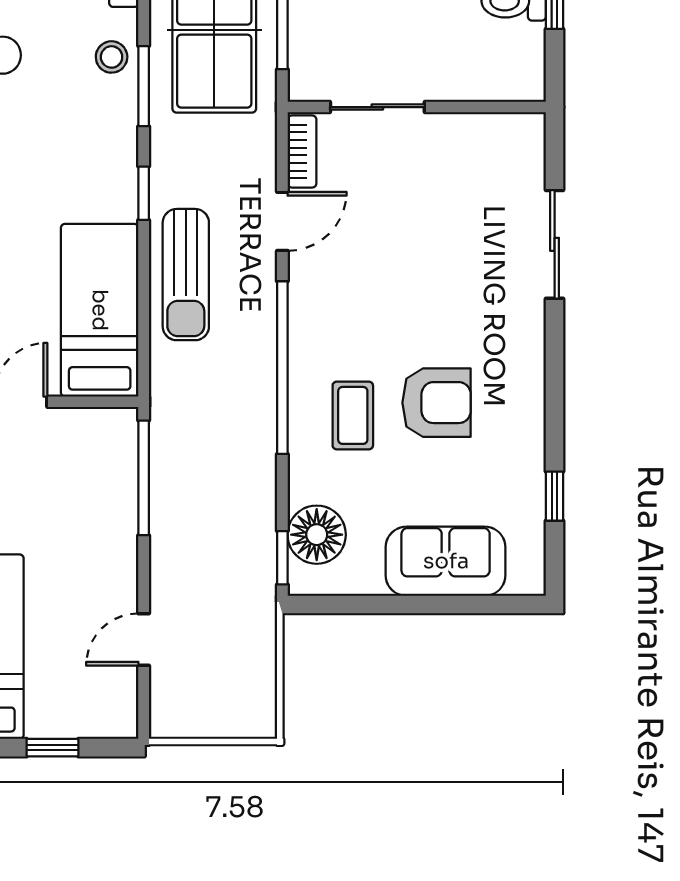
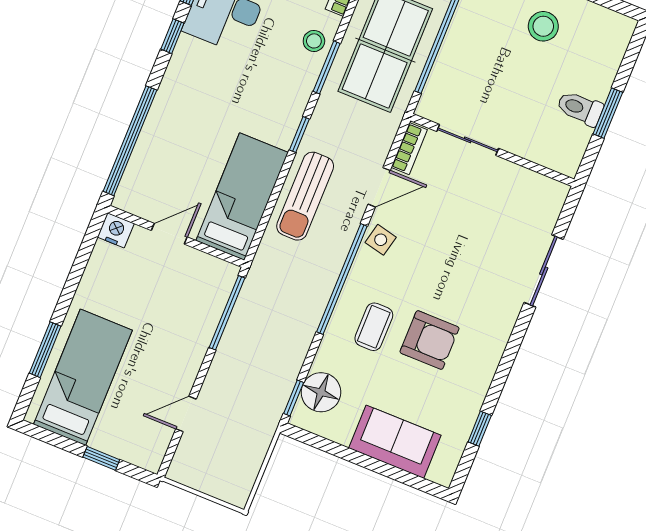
side table: (314, 292) -> (381, 240), added

